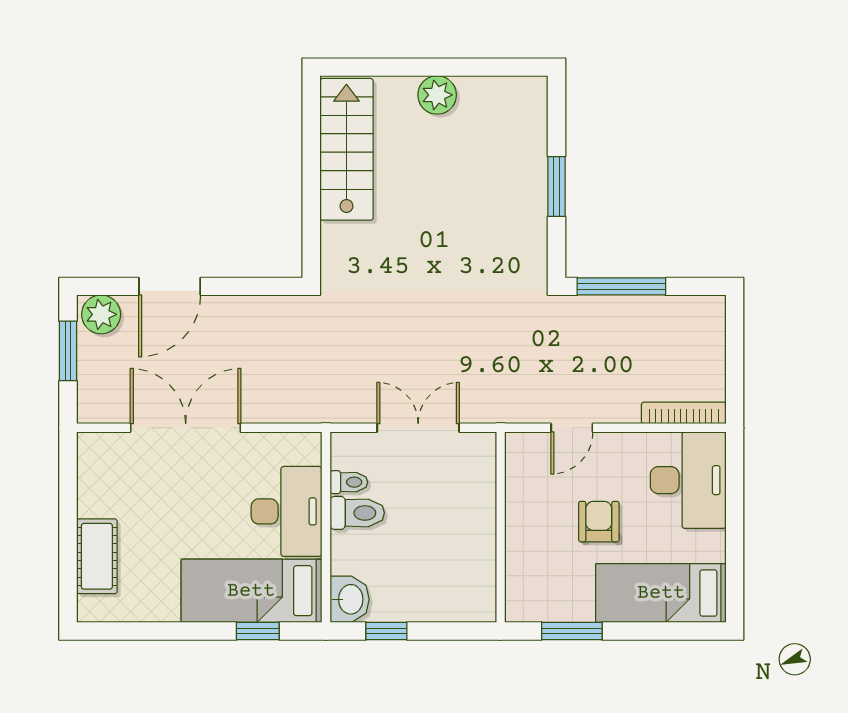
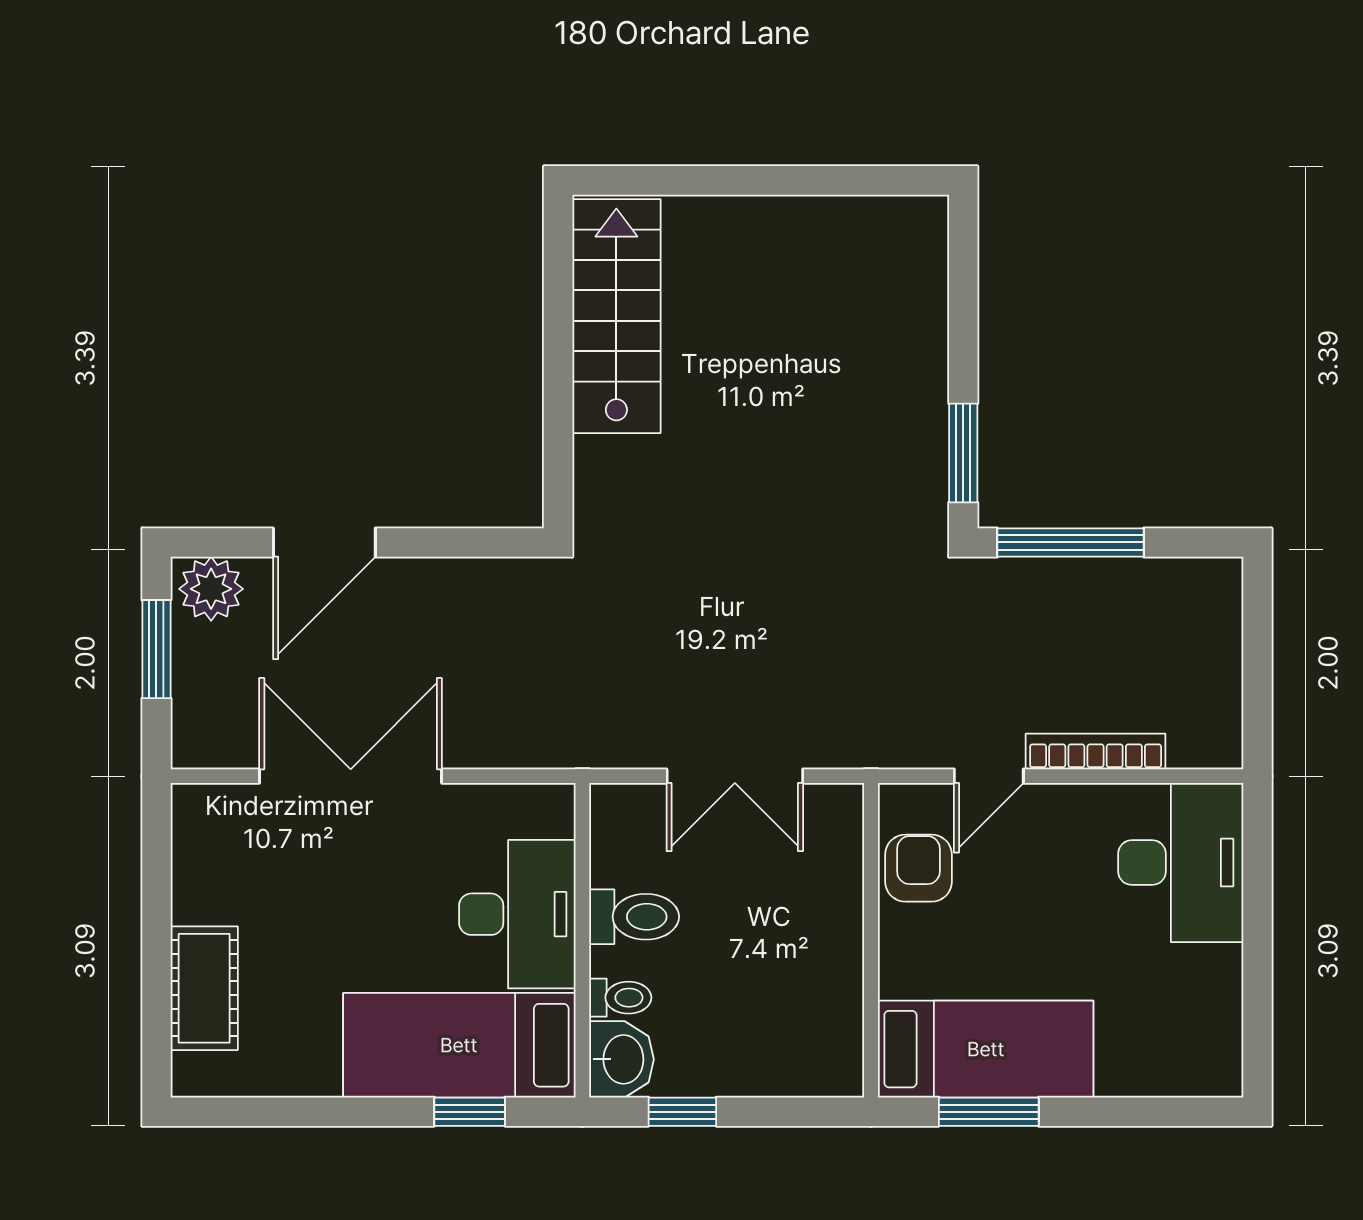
plant: (437, 95) -> (766, 226), removed
window: (556, 187) -> (963, 453), moved
bookcase: (684, 413) -> (1096, 751), moved
double door: (418, 428) -> (735, 776), swing flipped
toilet: (349, 482) -> (620, 998), moved
armchair: (599, 522) -> (918, 868), moved
bed: (661, 593) -> (986, 1049), moved, turned 180

